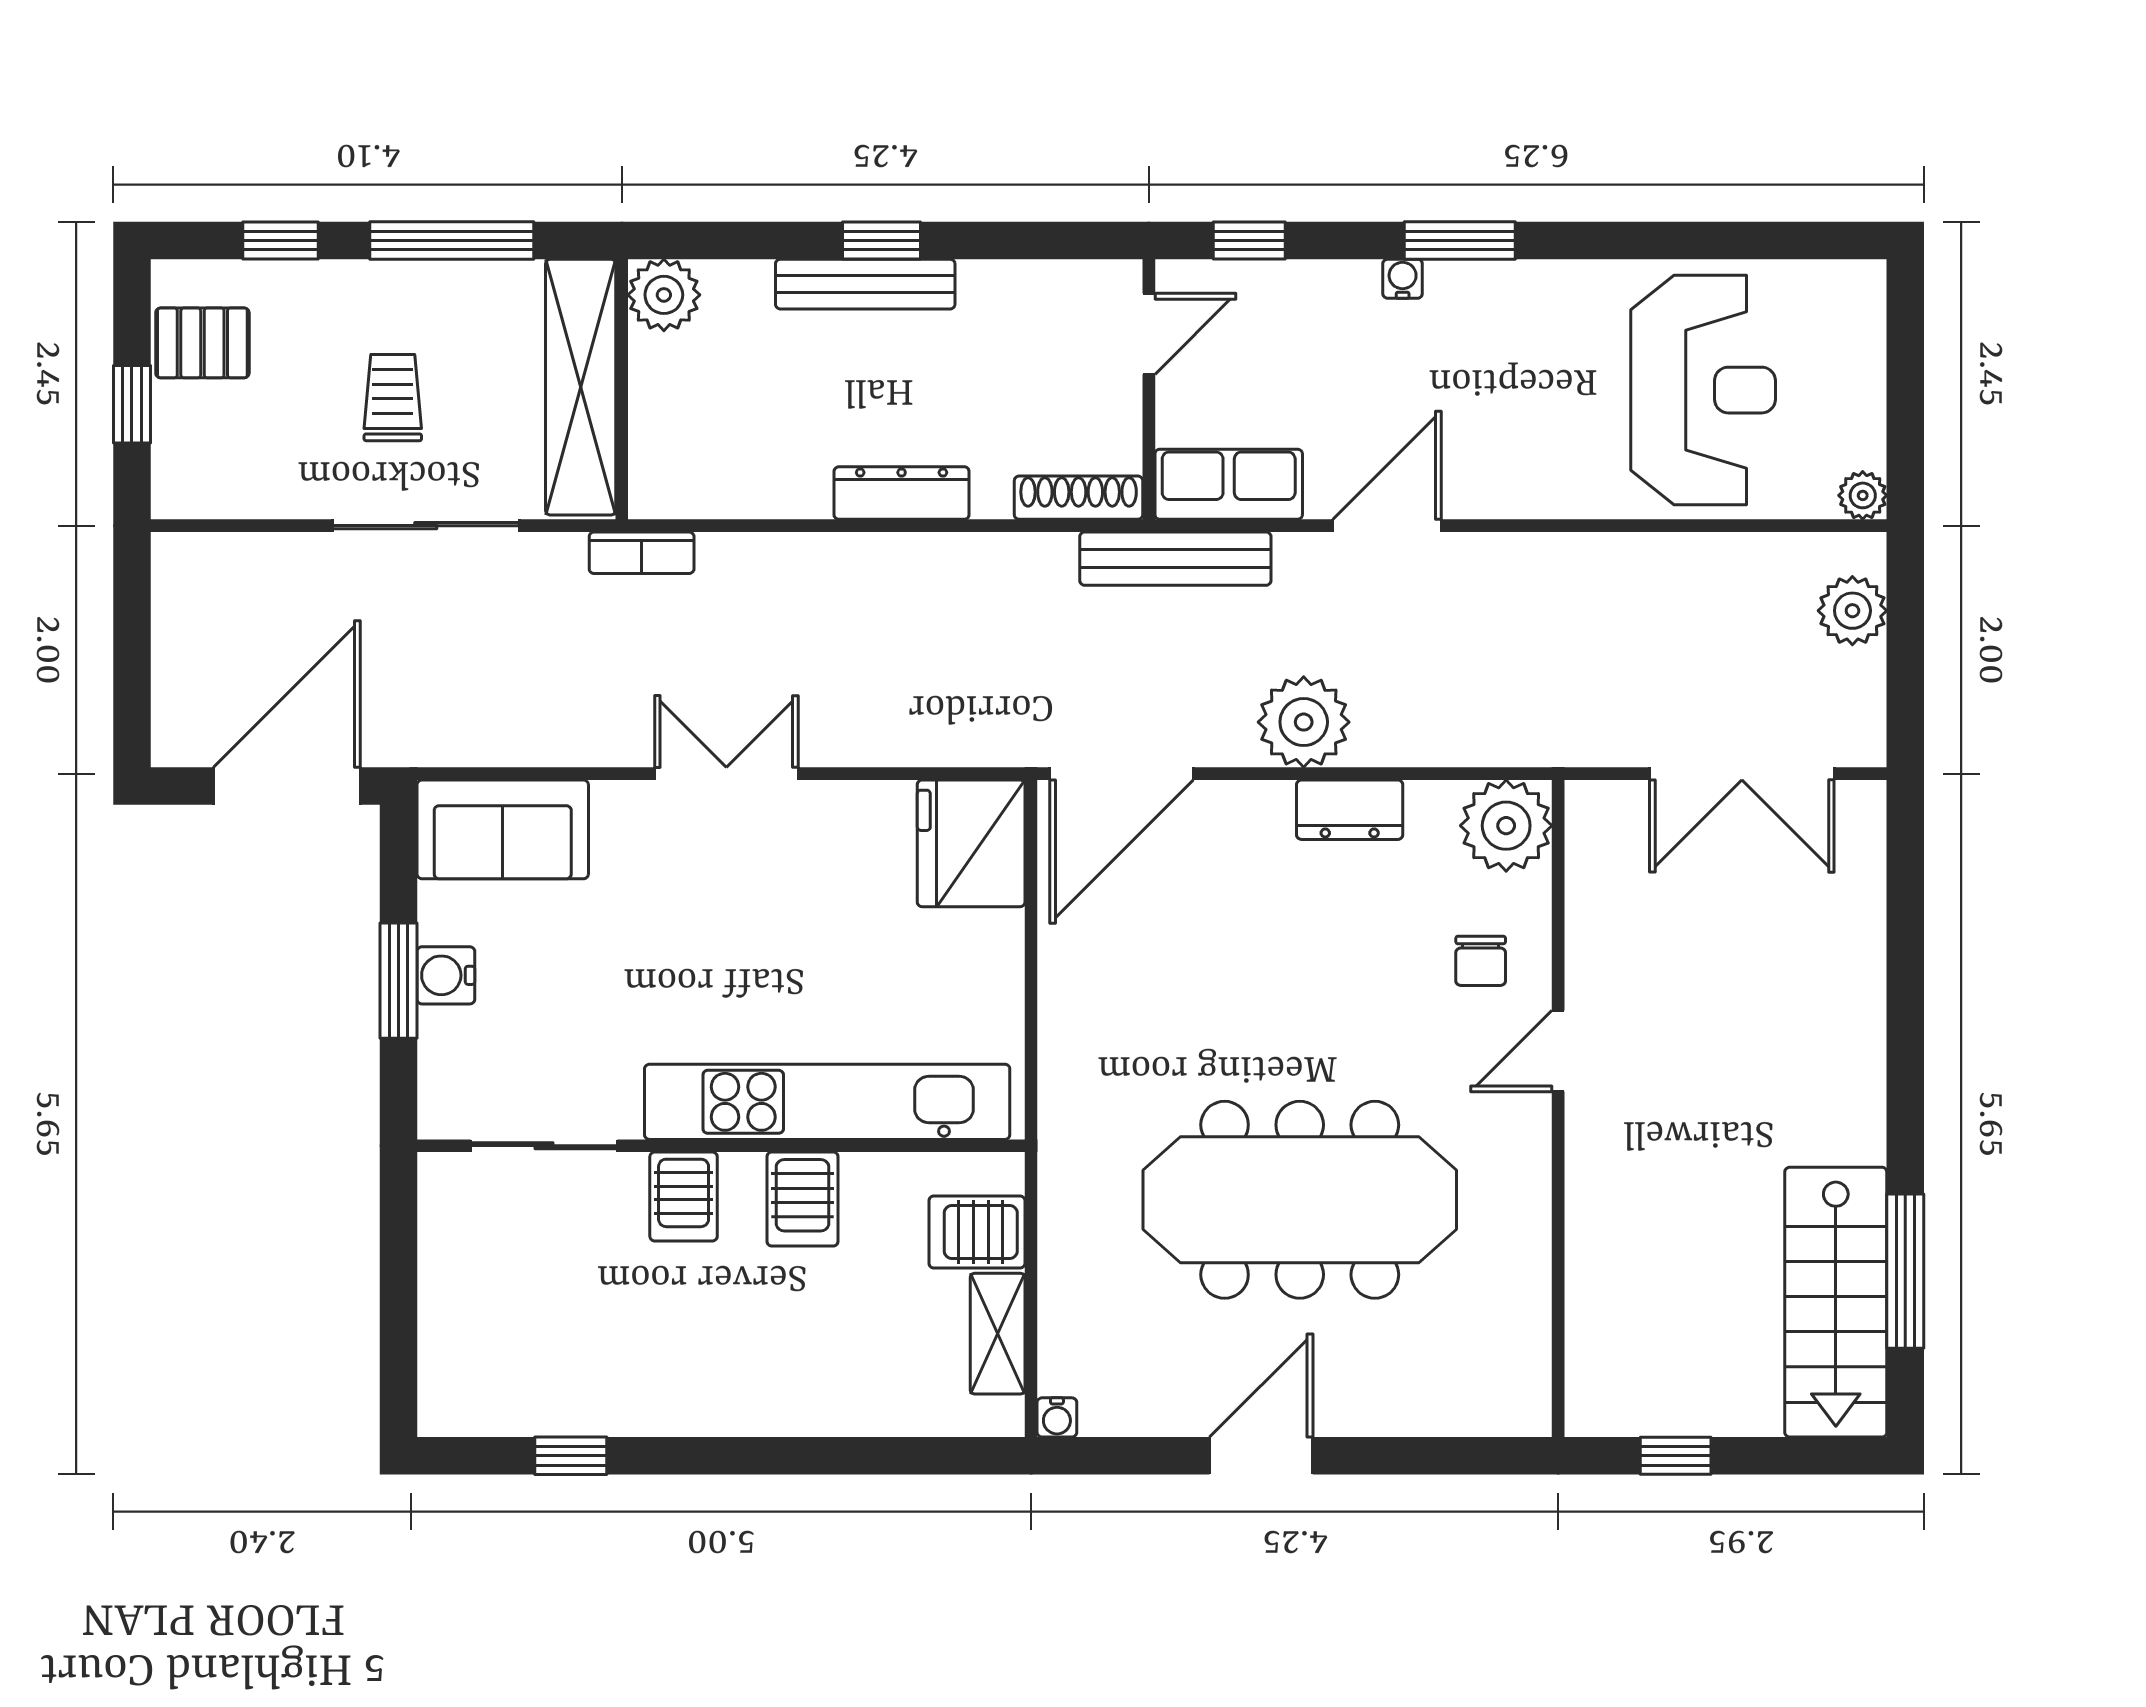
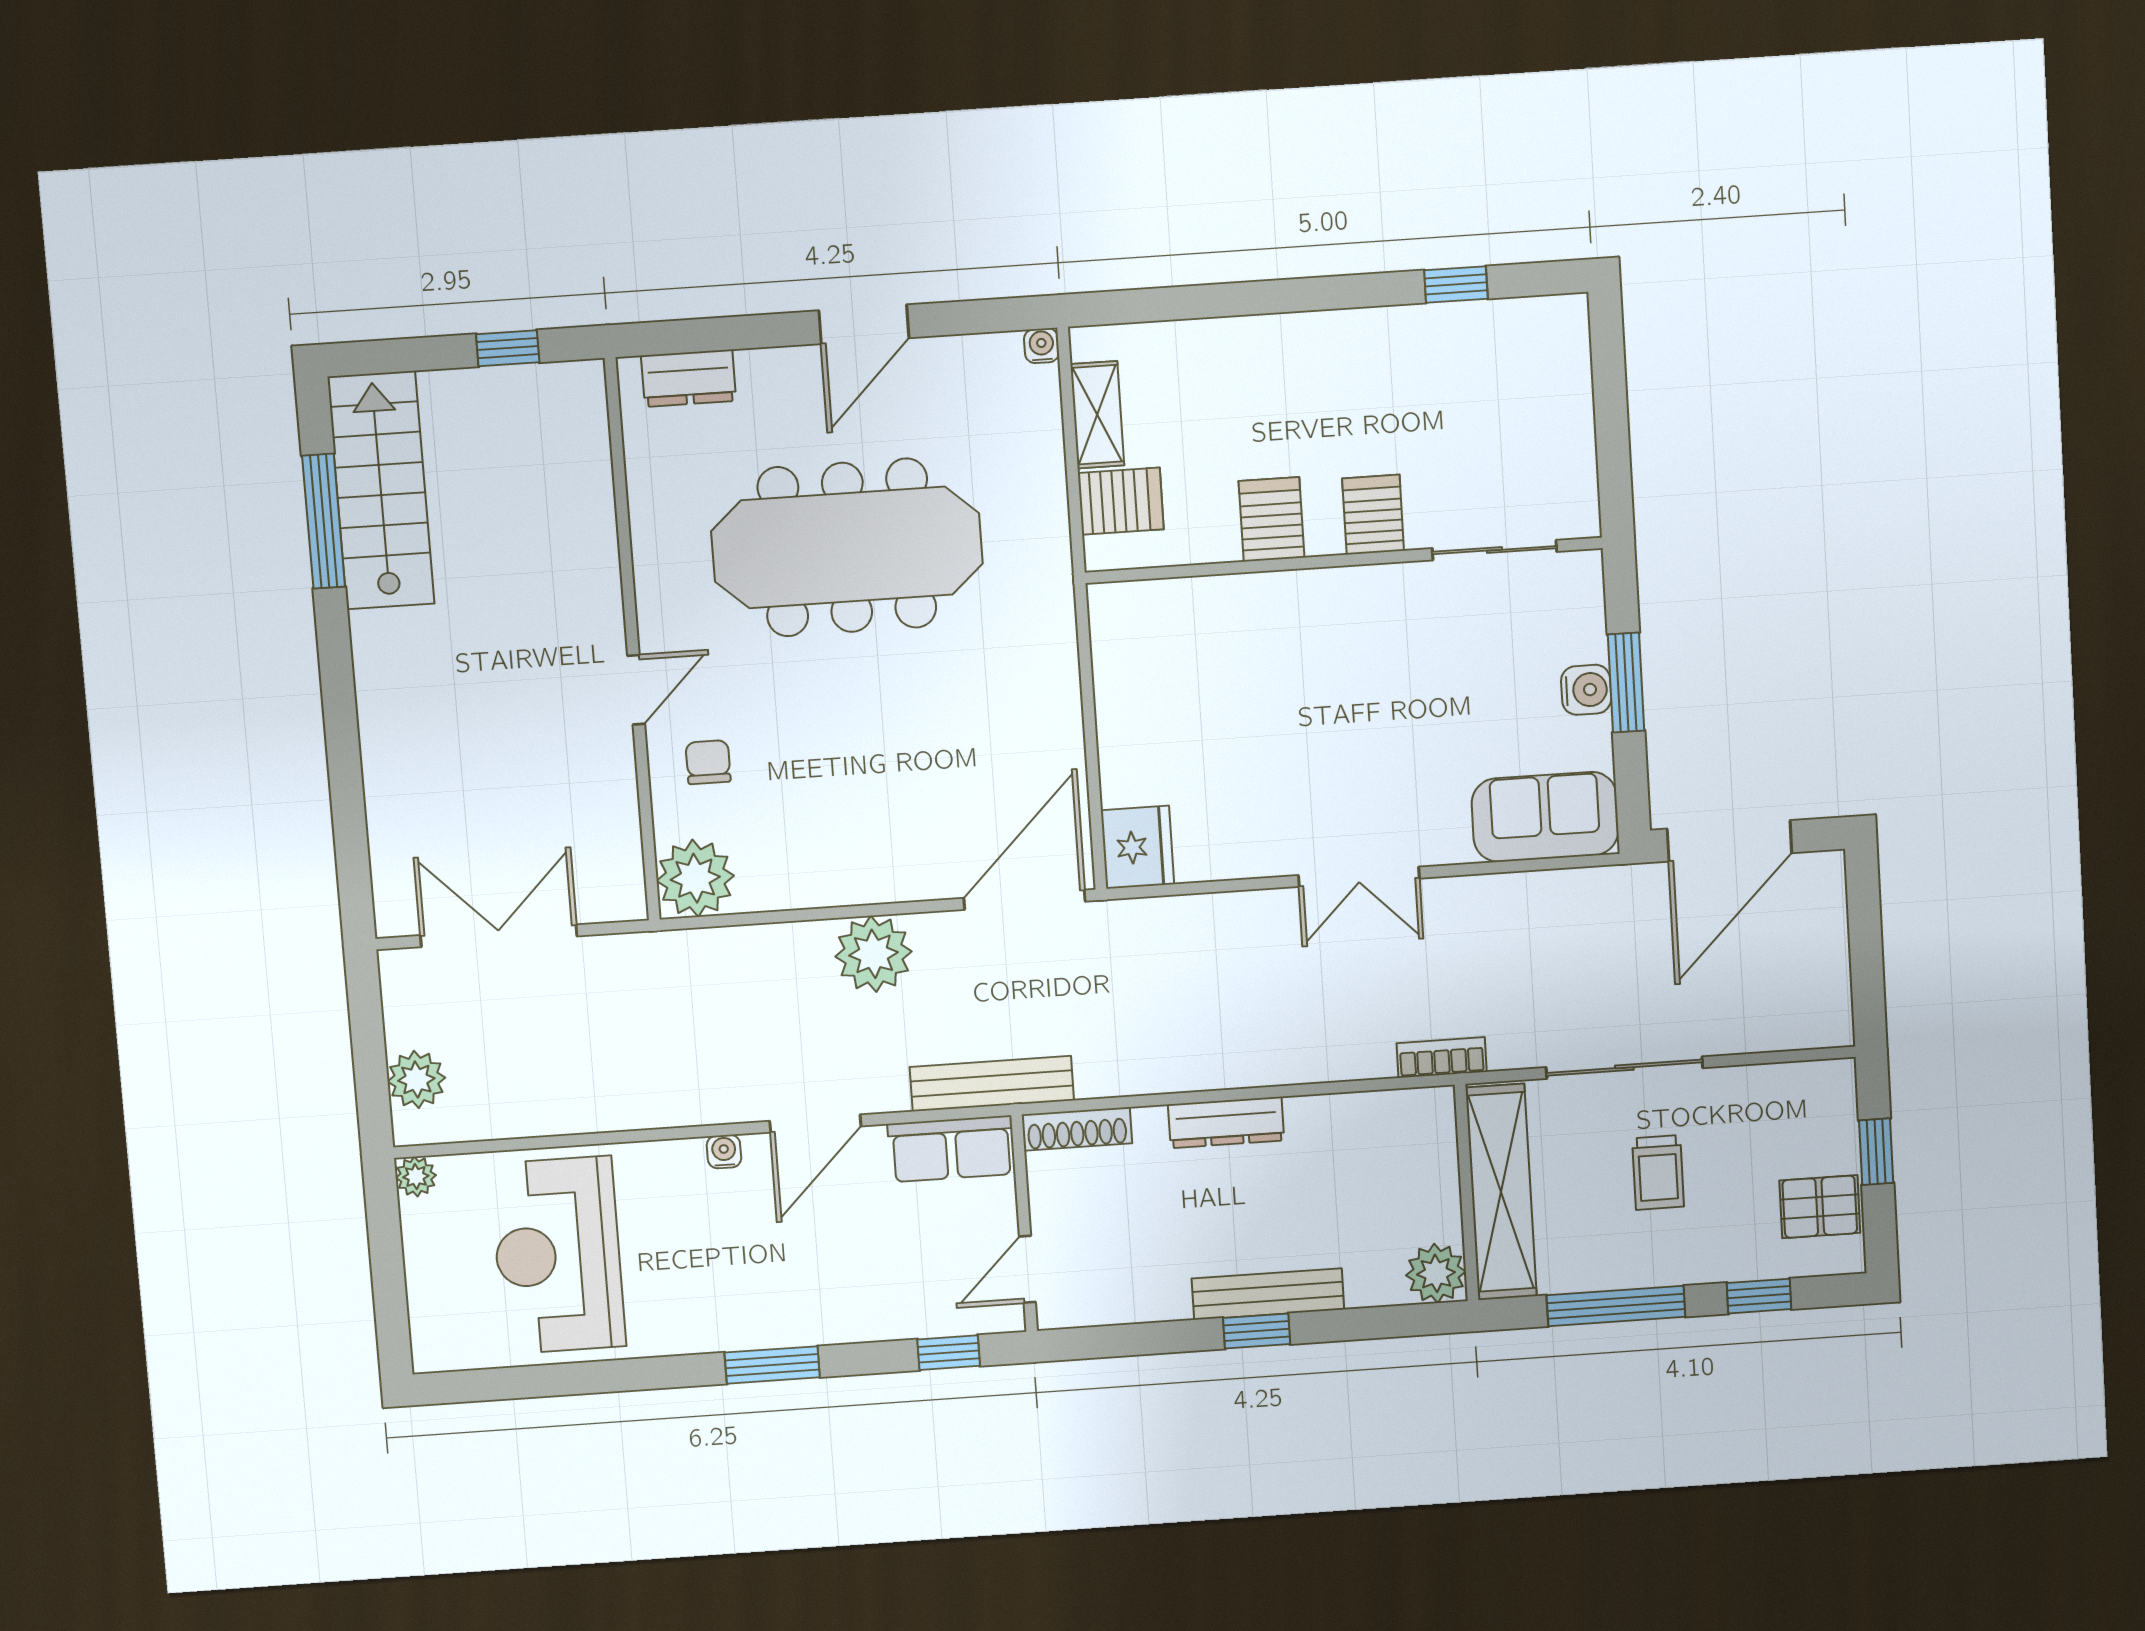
water cooler: (1403, 279) -> (724, 1152), moved, turned 180
dresser: (1350, 810) -> (689, 378), moved, turned 180
fridge: (971, 843) -> (1137, 847), width x0.73, depth x0.75
kitchen unit: (827, 1102) -> (1256, 604), removed

